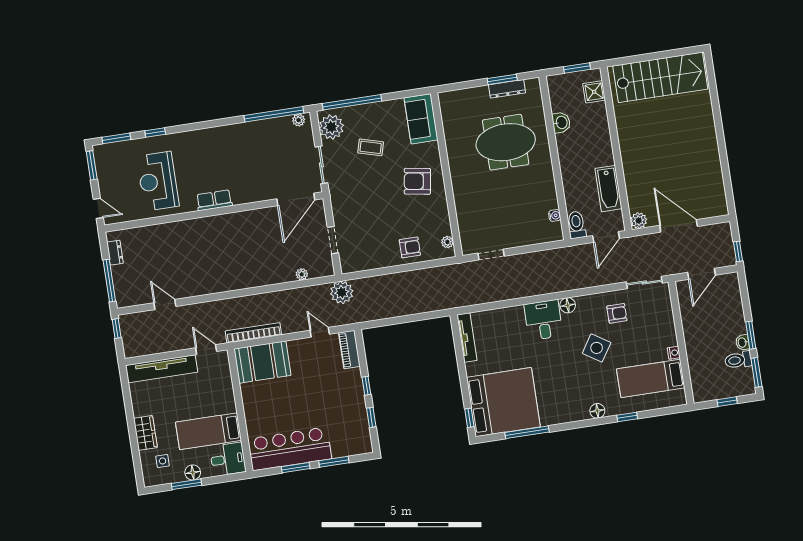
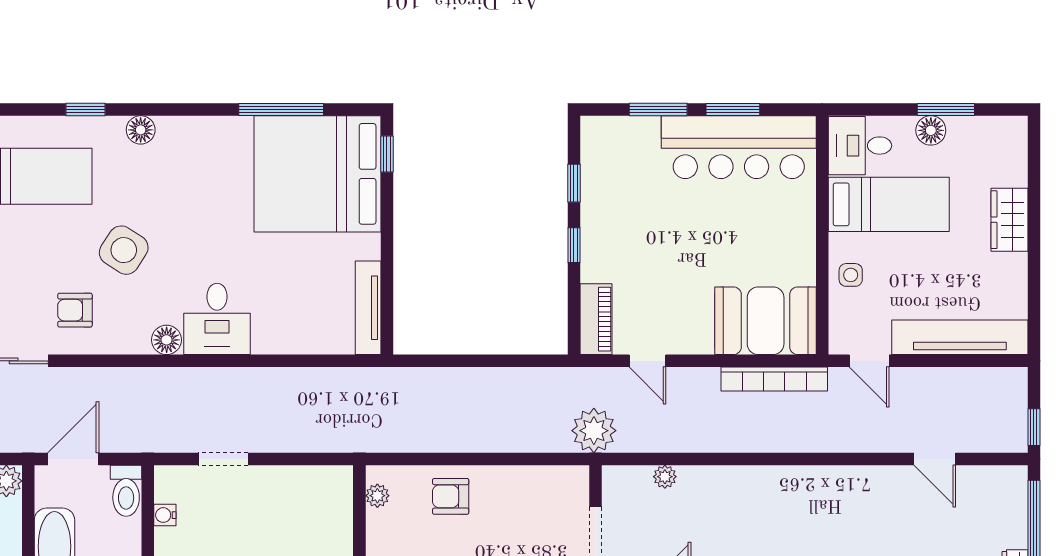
doorway: (491, 255) -> (223, 459), moved
side table: (163, 461) -> (851, 275), moved

